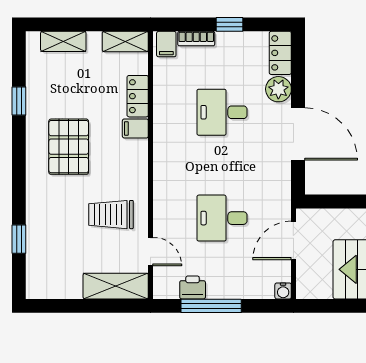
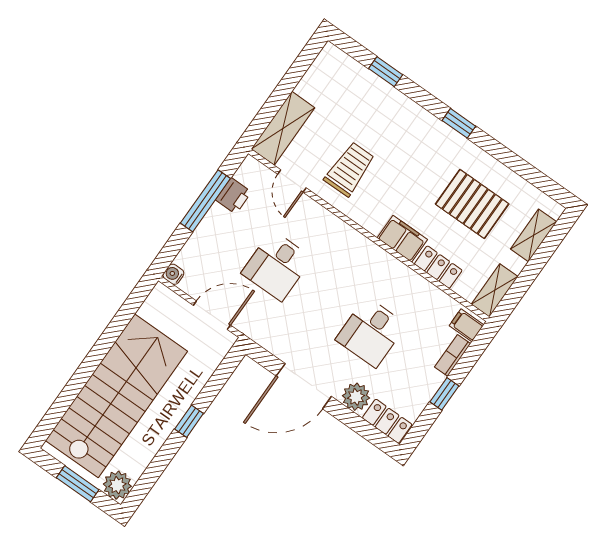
window: (19, 101) -> (459, 123), moved
desk: (222, 112) -> (371, 332), turned 180
filing cabinet: (135, 128) -> (402, 239), width x2.00
pallet: (69, 147) -> (472, 204), moved
desk: (222, 218) -> (277, 266), turned 180
door: (293, 240) -> (212, 315), hinge flipped
door: (150, 251) -> (292, 181), hinge flipped

